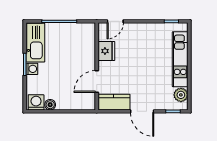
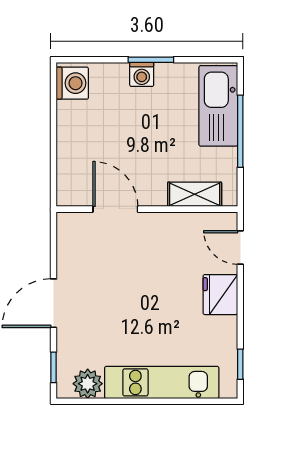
kitchen sink: (35, 43) -> (218, 106), moved, turned 90
shelving: (90, 43) -> (195, 194), added
fridge: (106, 51) -> (220, 295), moved, turned 90
kitchen counter: (114, 102) -> (73, 245), removed
boiler: (50, 105) -> (67, 112), removed

